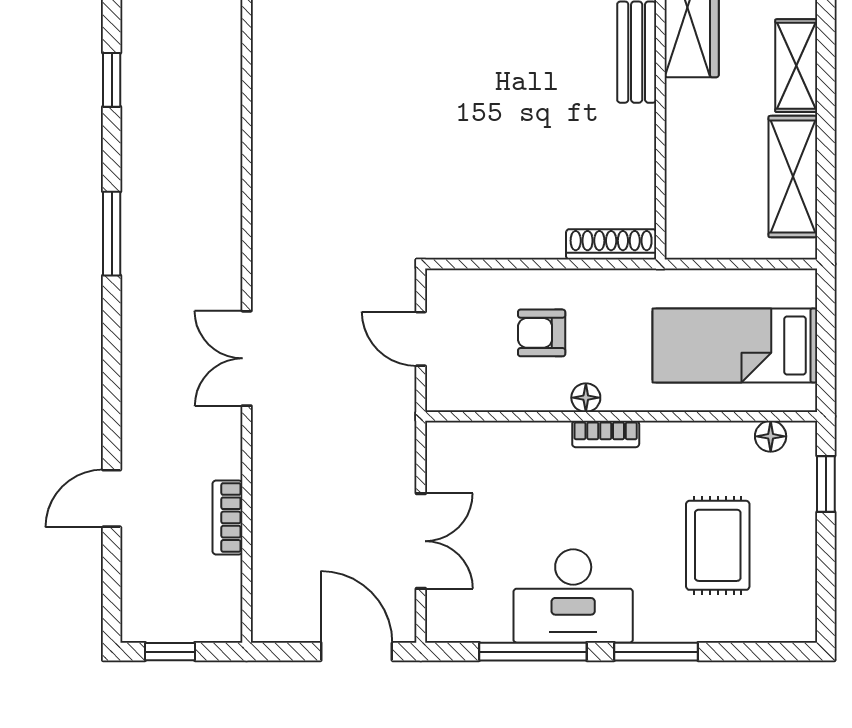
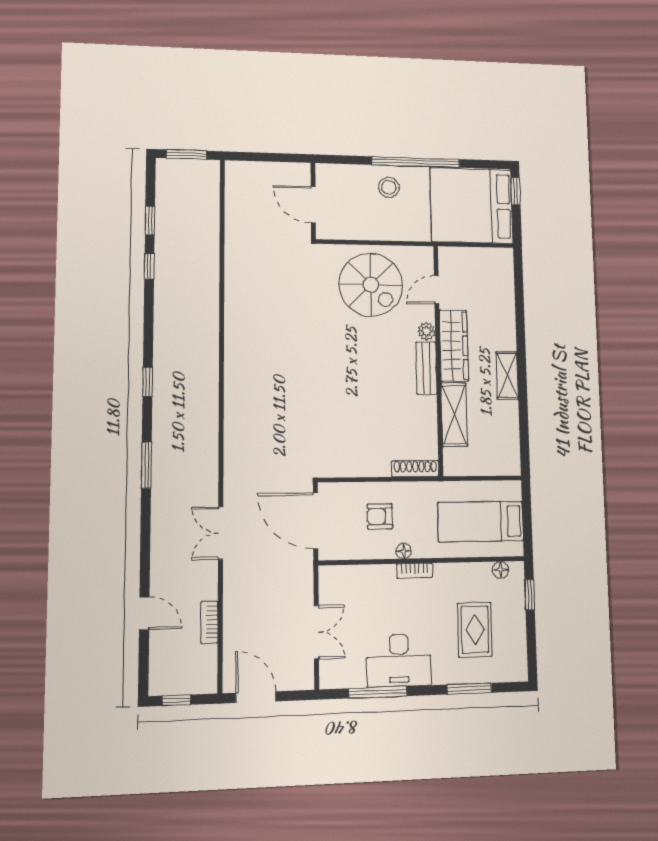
shelving: (793, 177) -> (454, 415), moved
door: (421, 339) -> (316, 521), width x1.88
door: (112, 498) -> (144, 613), swing flipped
door: (357, 652) -> (256, 697), moved
window: (656, 652) -> (469, 689), moved

